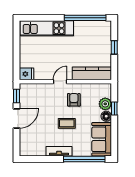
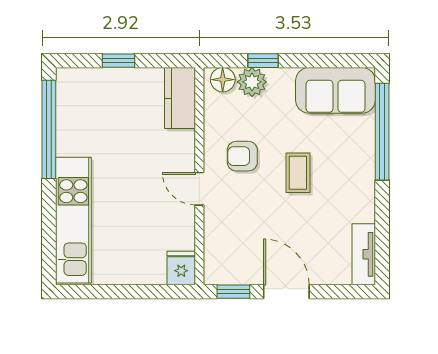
kitchen counter: (92, 73) -> (180, 98), width x0.67
floor lamp: (106, 116) -> (223, 80), moved
tv unit: (59, 151) -> (364, 254), moved

